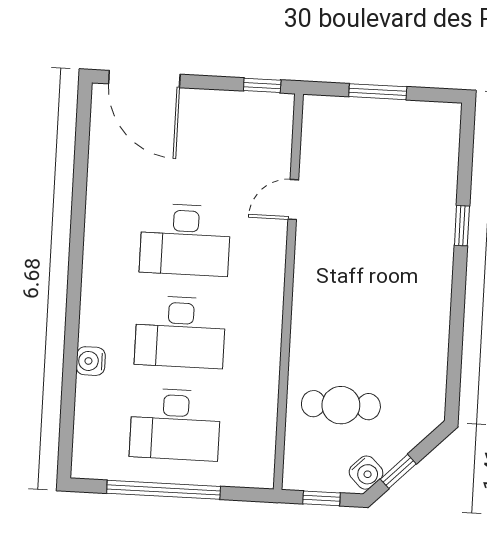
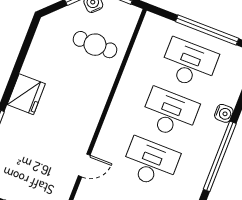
fridge: (428, 286) -> (26, 94), added
window: (74, 288) -> (220, 156), added

